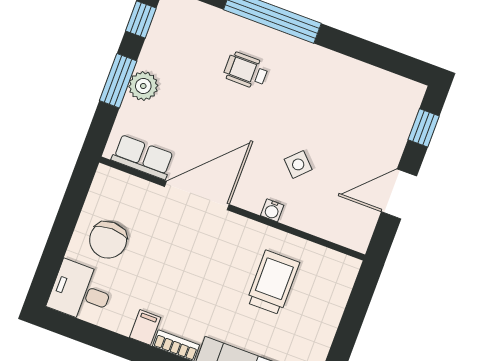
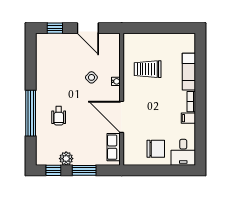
plant: (143, 86) -> (66, 159), moved

